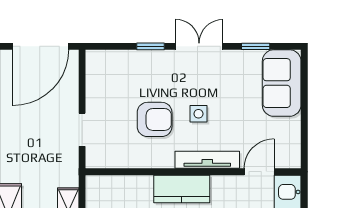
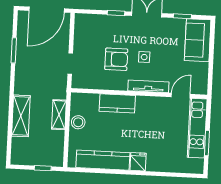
kitchen counter: (182, 189) -> (117, 103), moved

